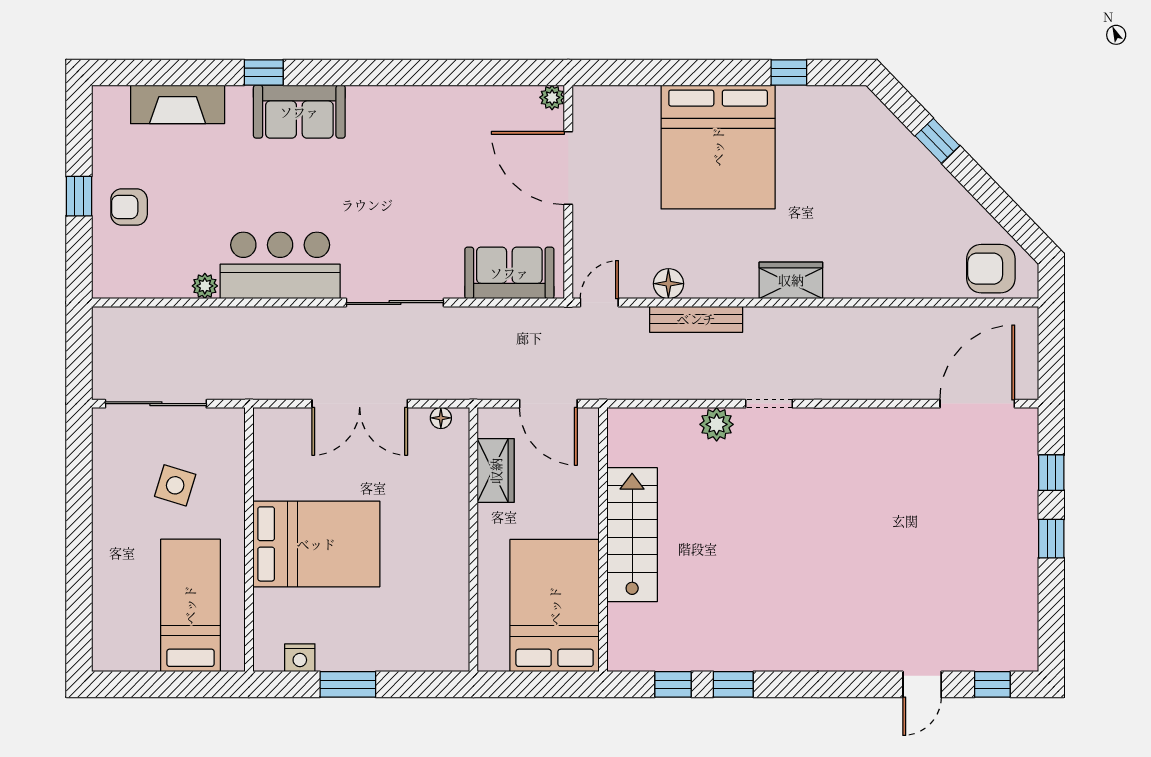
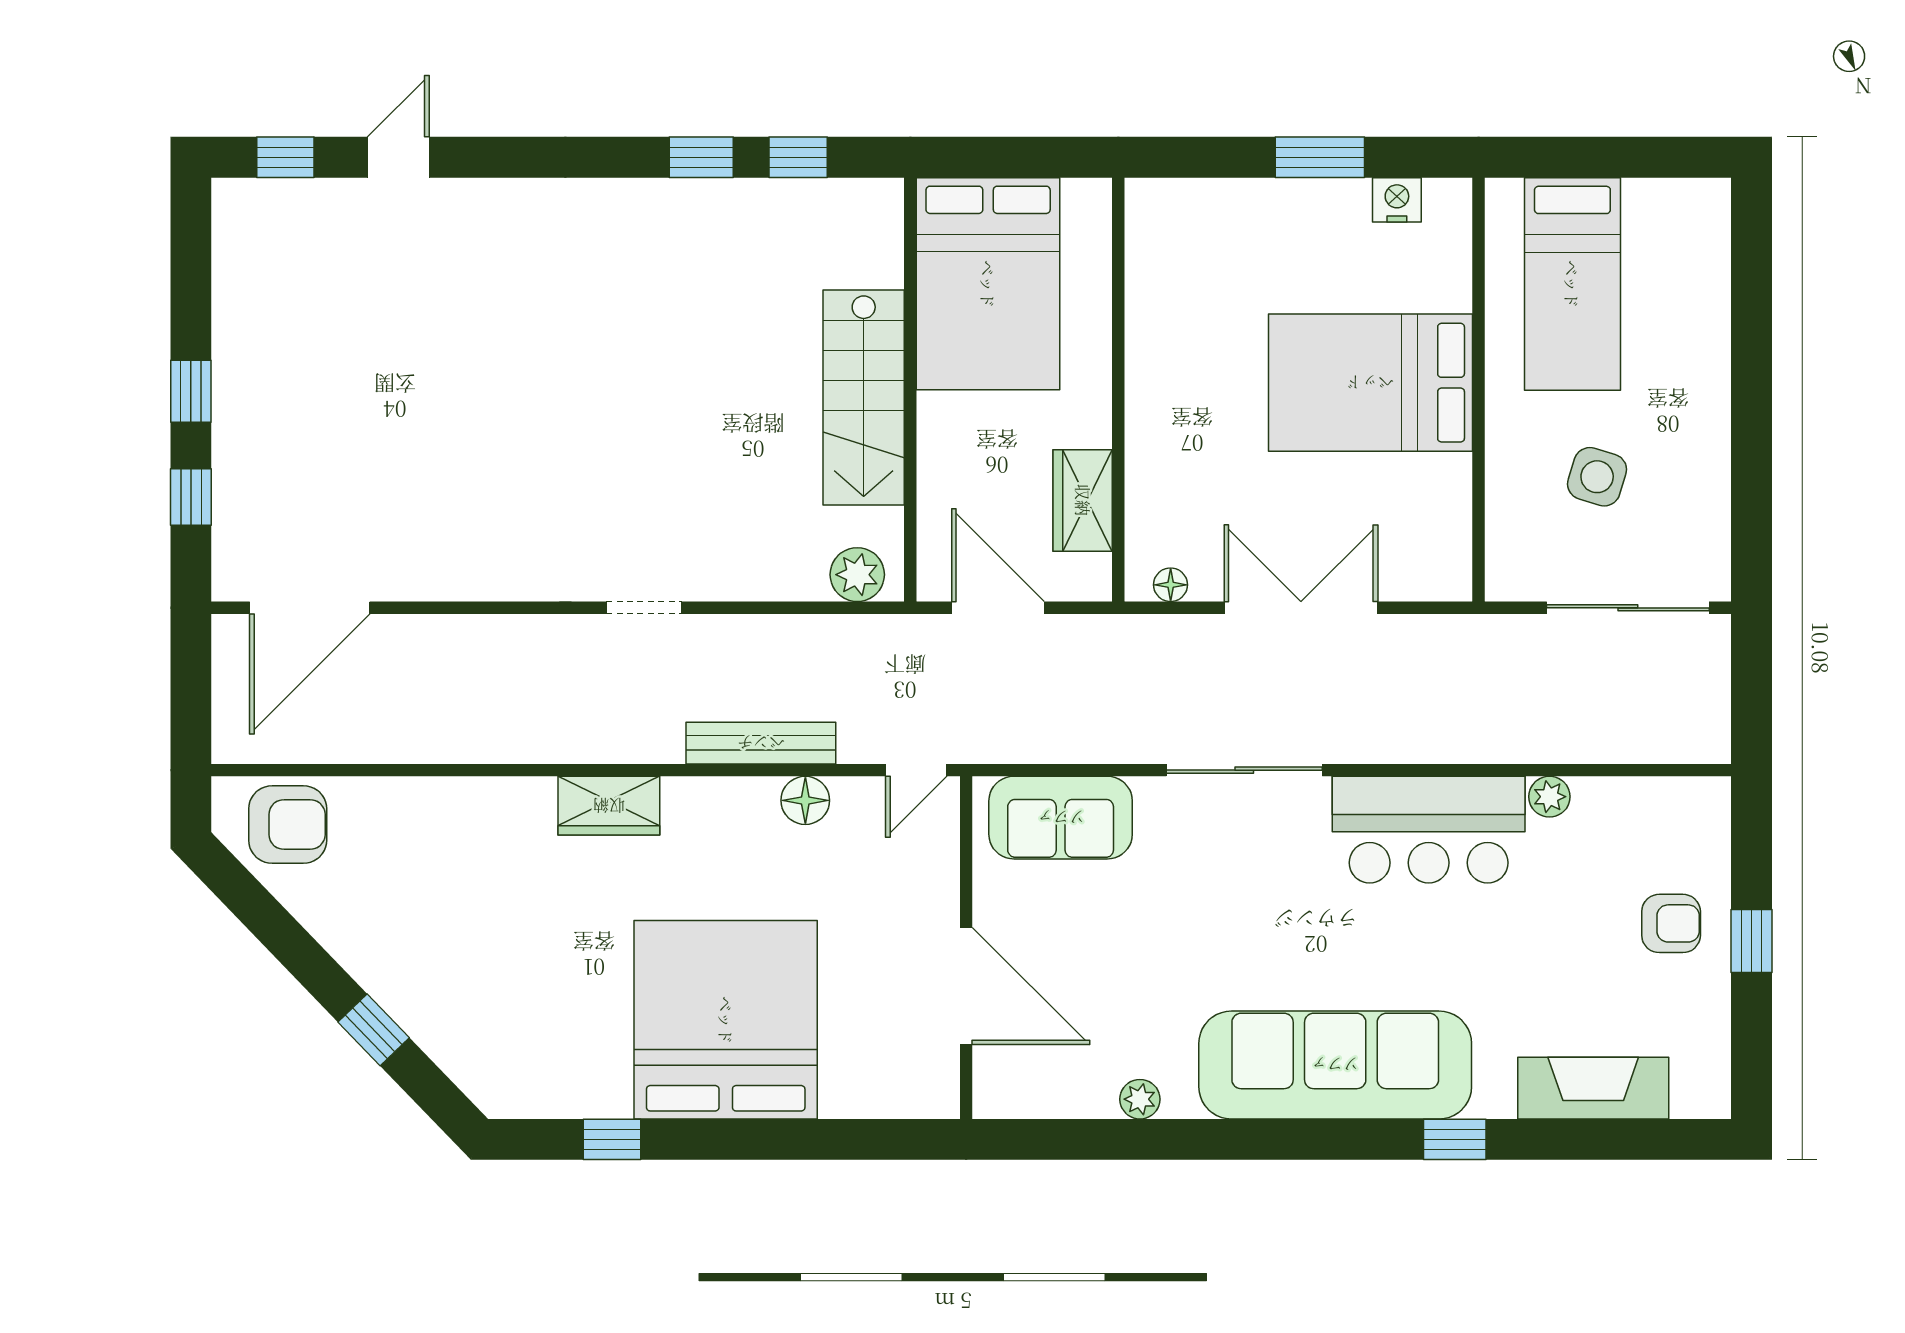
plant: (552, 97) -> (1140, 1099), moved
sofa: (299, 112) -> (1335, 1065), width x1.85, depth x1.27
plant: (717, 424) -> (857, 575), moved

